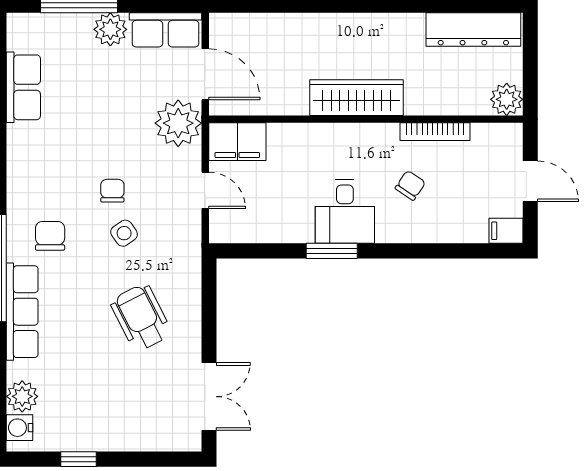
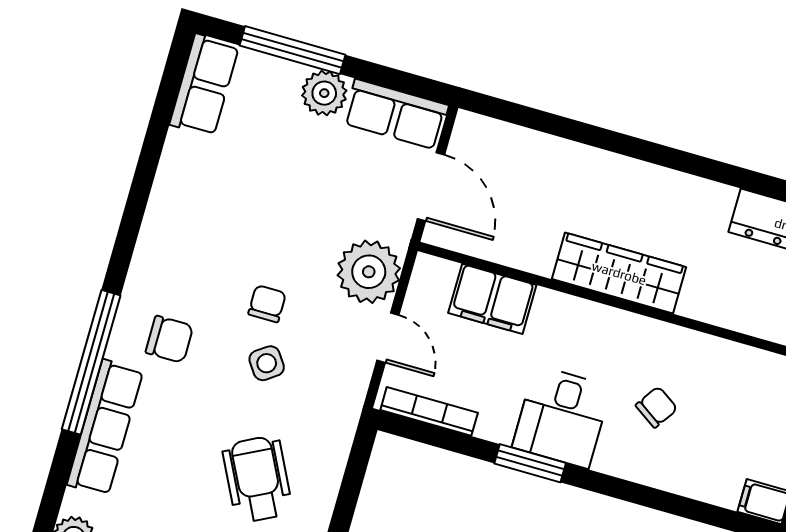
row of seats: (23, 87) -> (204, 85), moved
plant: (178, 123) -> (369, 272), moved
bookcase: (435, 132) -> (429, 411), moved, turned 180
filing cabinet: (237, 142) -> (492, 299), moved
chair: (50, 236) -> (169, 339), turned 90

